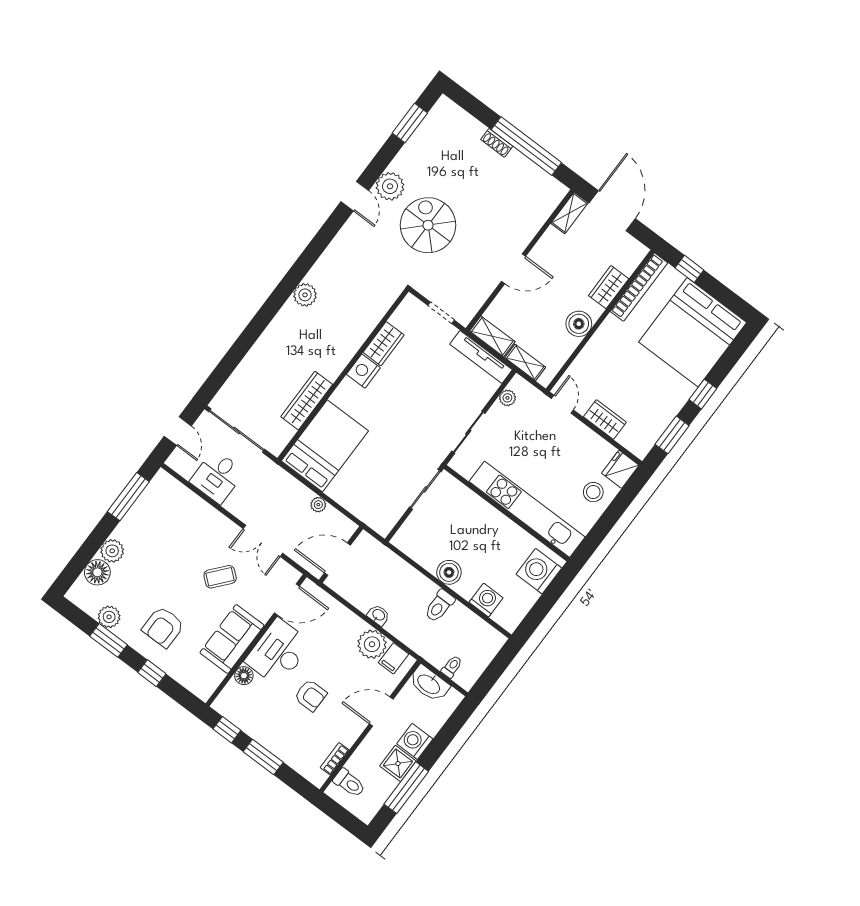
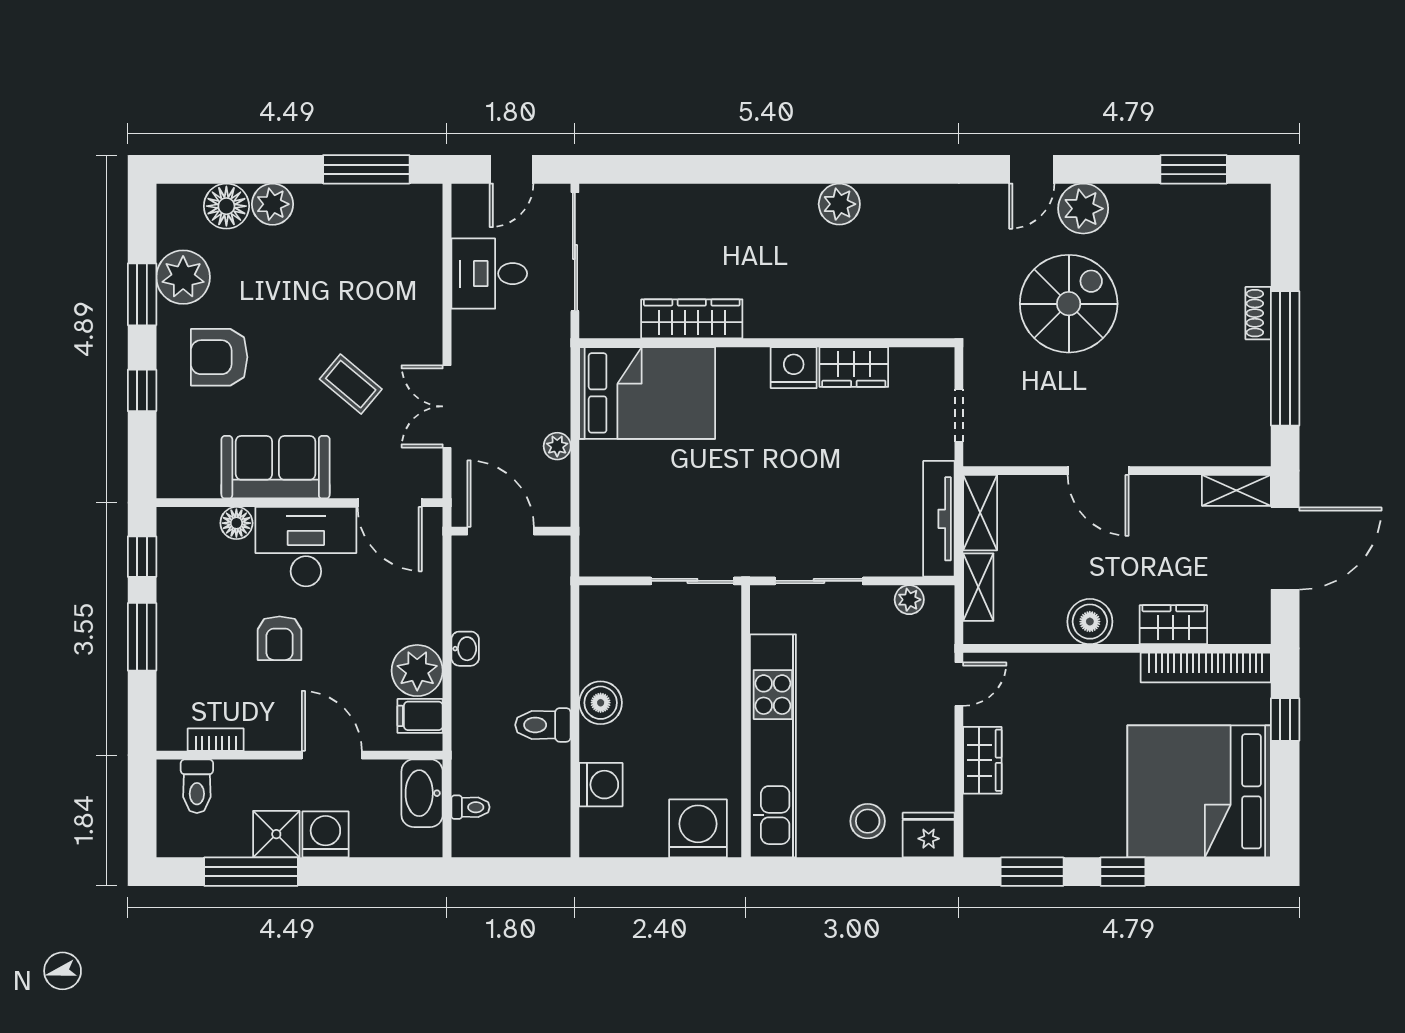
plant: (109, 617) -> (183, 277), width x1.36, depth x1.36

